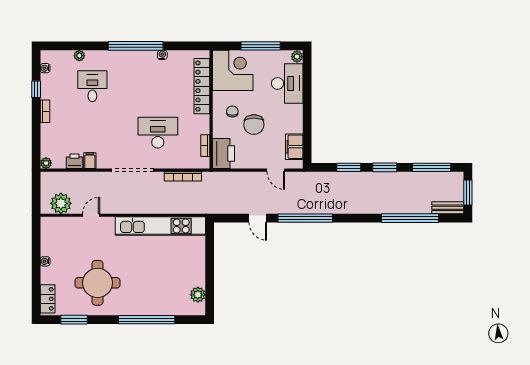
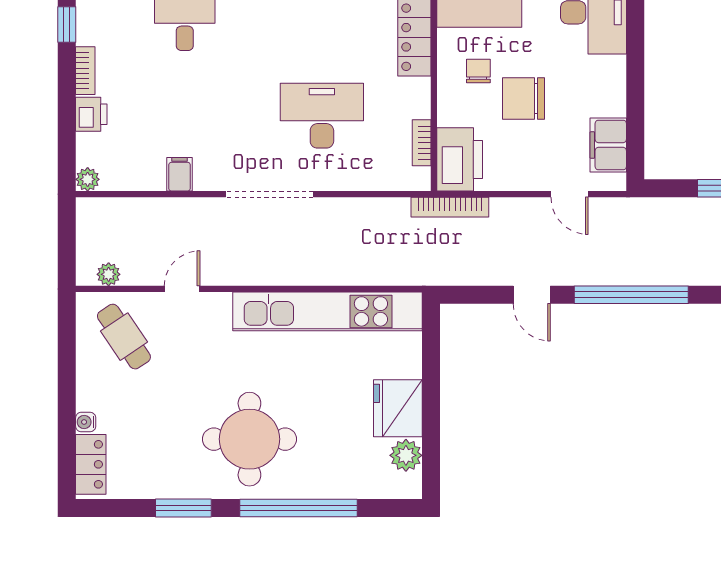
chair: (254, 125) -> (523, 99), turned 90
printer: (74, 161) -> (91, 114), moved, turned 90
bookcase: (183, 176) -> (450, 207), moved
plant: (61, 203) -> (109, 274), width x0.53, depth x0.53
cafe table: (63, 238) -> (124, 337), added
water cooler: (45, 261) -> (86, 422), moved
fridge: (194, 272) -> (398, 408), added
round table: (97, 283) -> (249, 439), moved
window: (74, 320) -> (183, 508), moved

